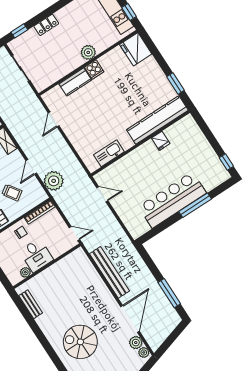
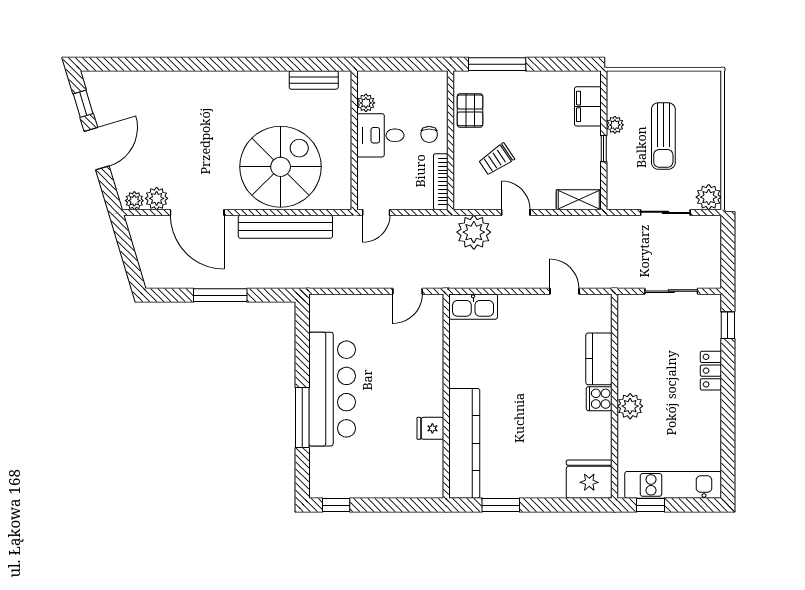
kitchen sink: (109, 153) -> (473, 307), moved, turned 90
window: (169, 293) -> (220, 295), moved
spiral stairs: (80, 342) -> (281, 167), moved, width x1.37, depth x1.37

